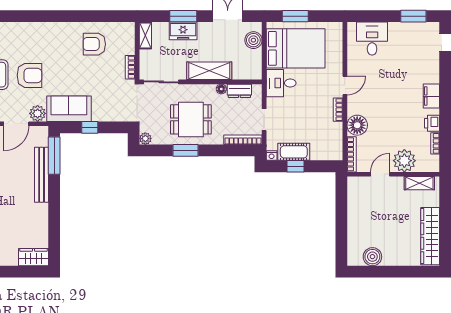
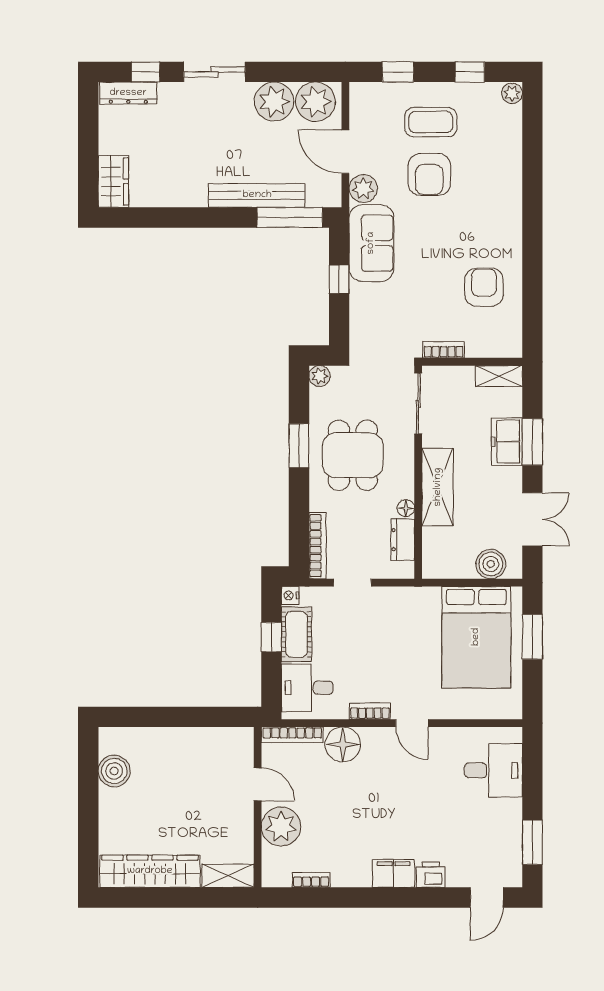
desk: (281, 83) -> (307, 688), moved, turned -90
printer: (432, 123) -> (431, 875), moved
shelving: (419, 183) -> (228, 876), moved, turned 90

